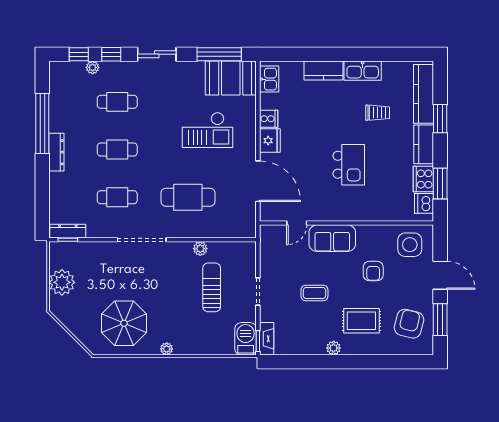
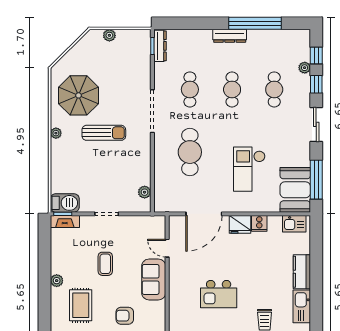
plant: (200, 249) -> (145, 192), moved
plant: (62, 282) -> (109, 35), width x0.53, depth x0.53
sun lounger: (212, 287) -> (104, 133), moved

